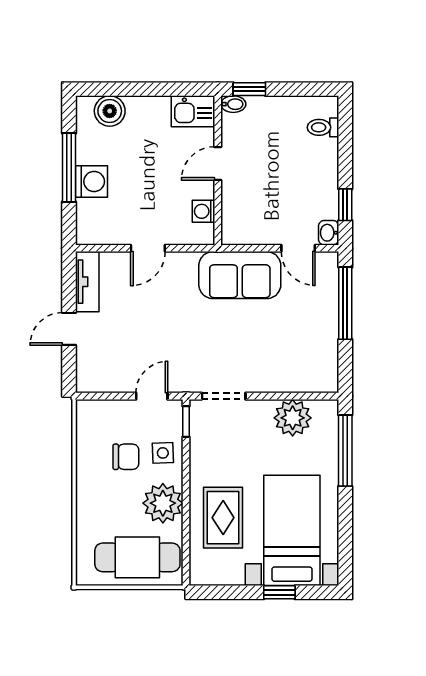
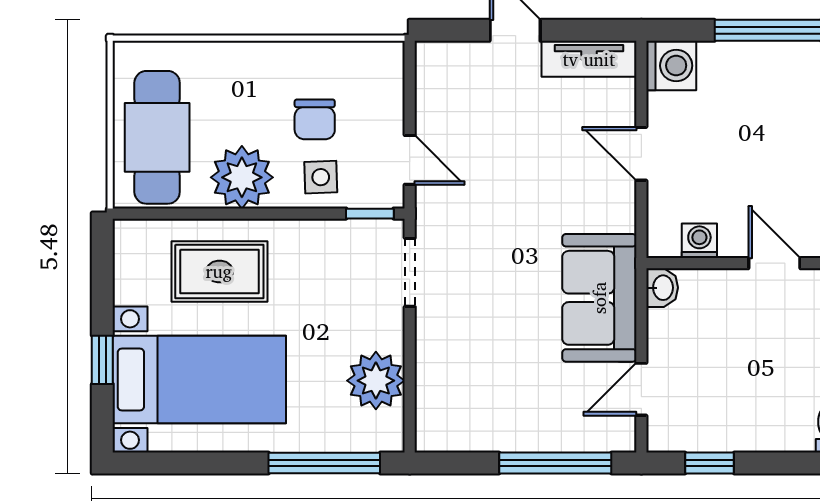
washing machine: (92, 181) -> (671, 66), moved, turned -90
washbasin: (329, 233) -> (662, 288), moved, turned 90

